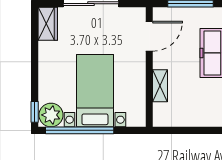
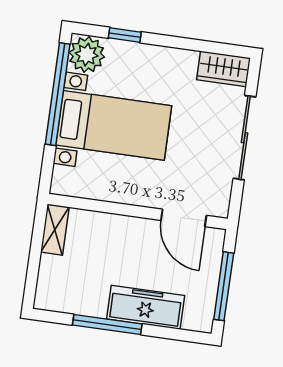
shelving: (160, 86) -> (55, 230), moved, turned 90
window: (35, 112) -> (125, 35), moved

